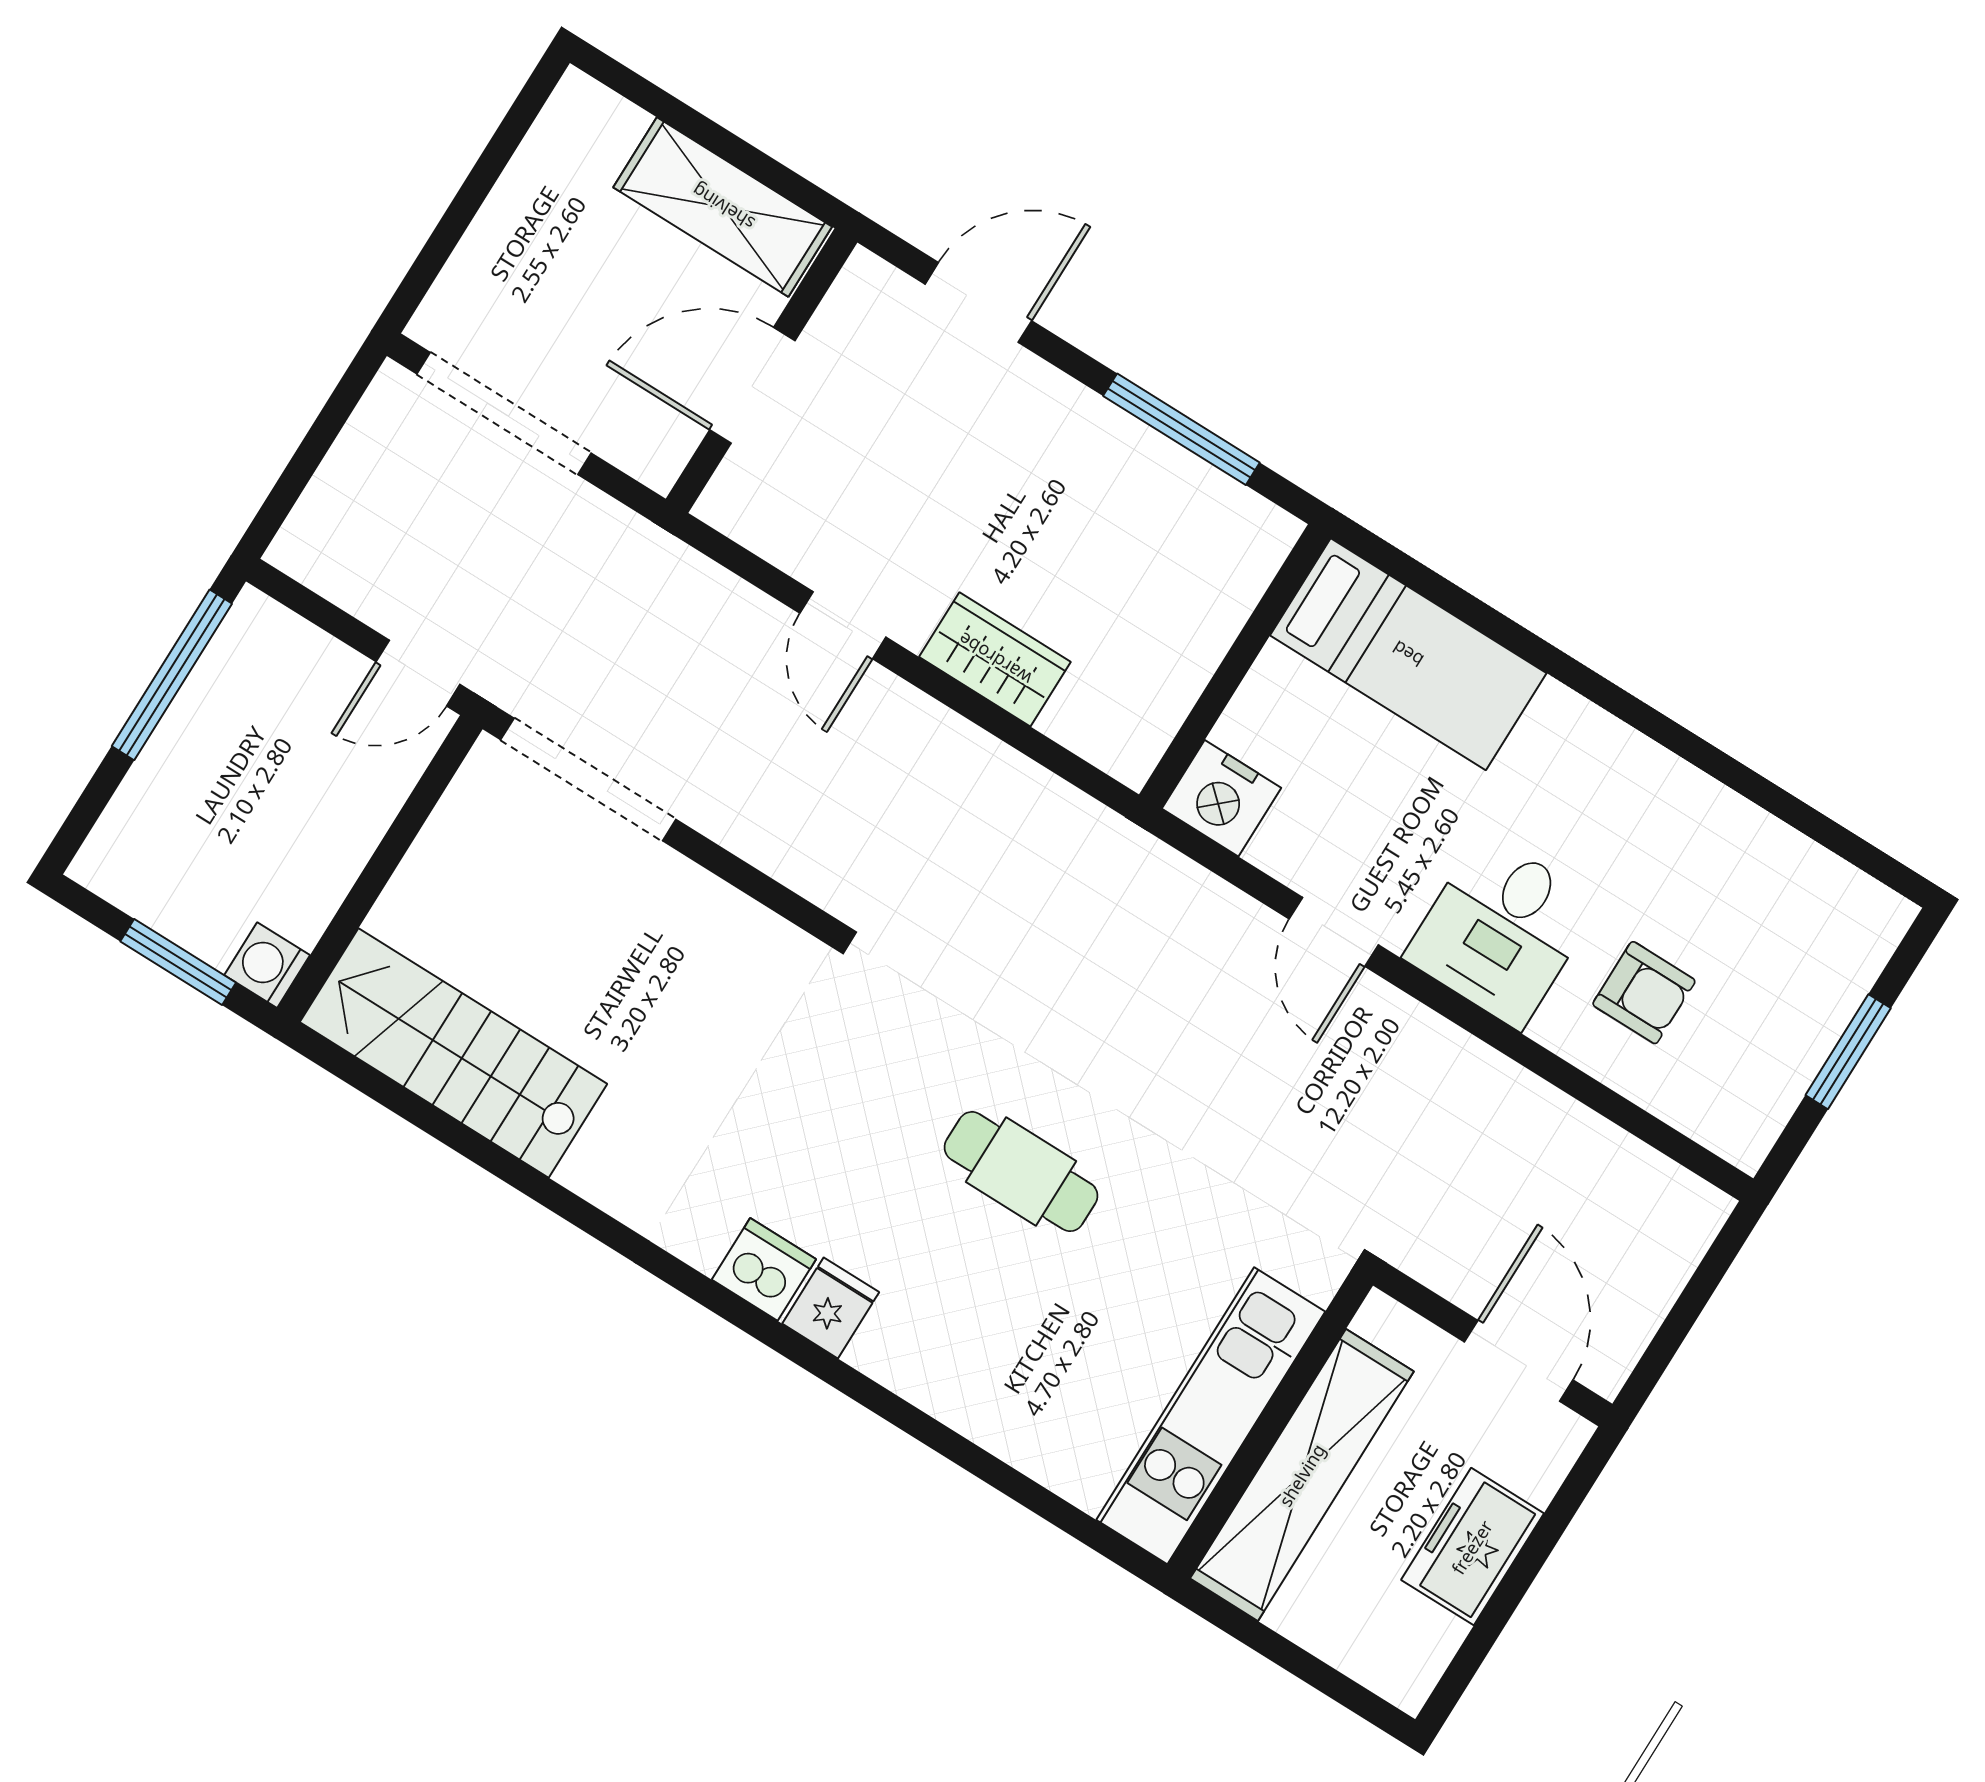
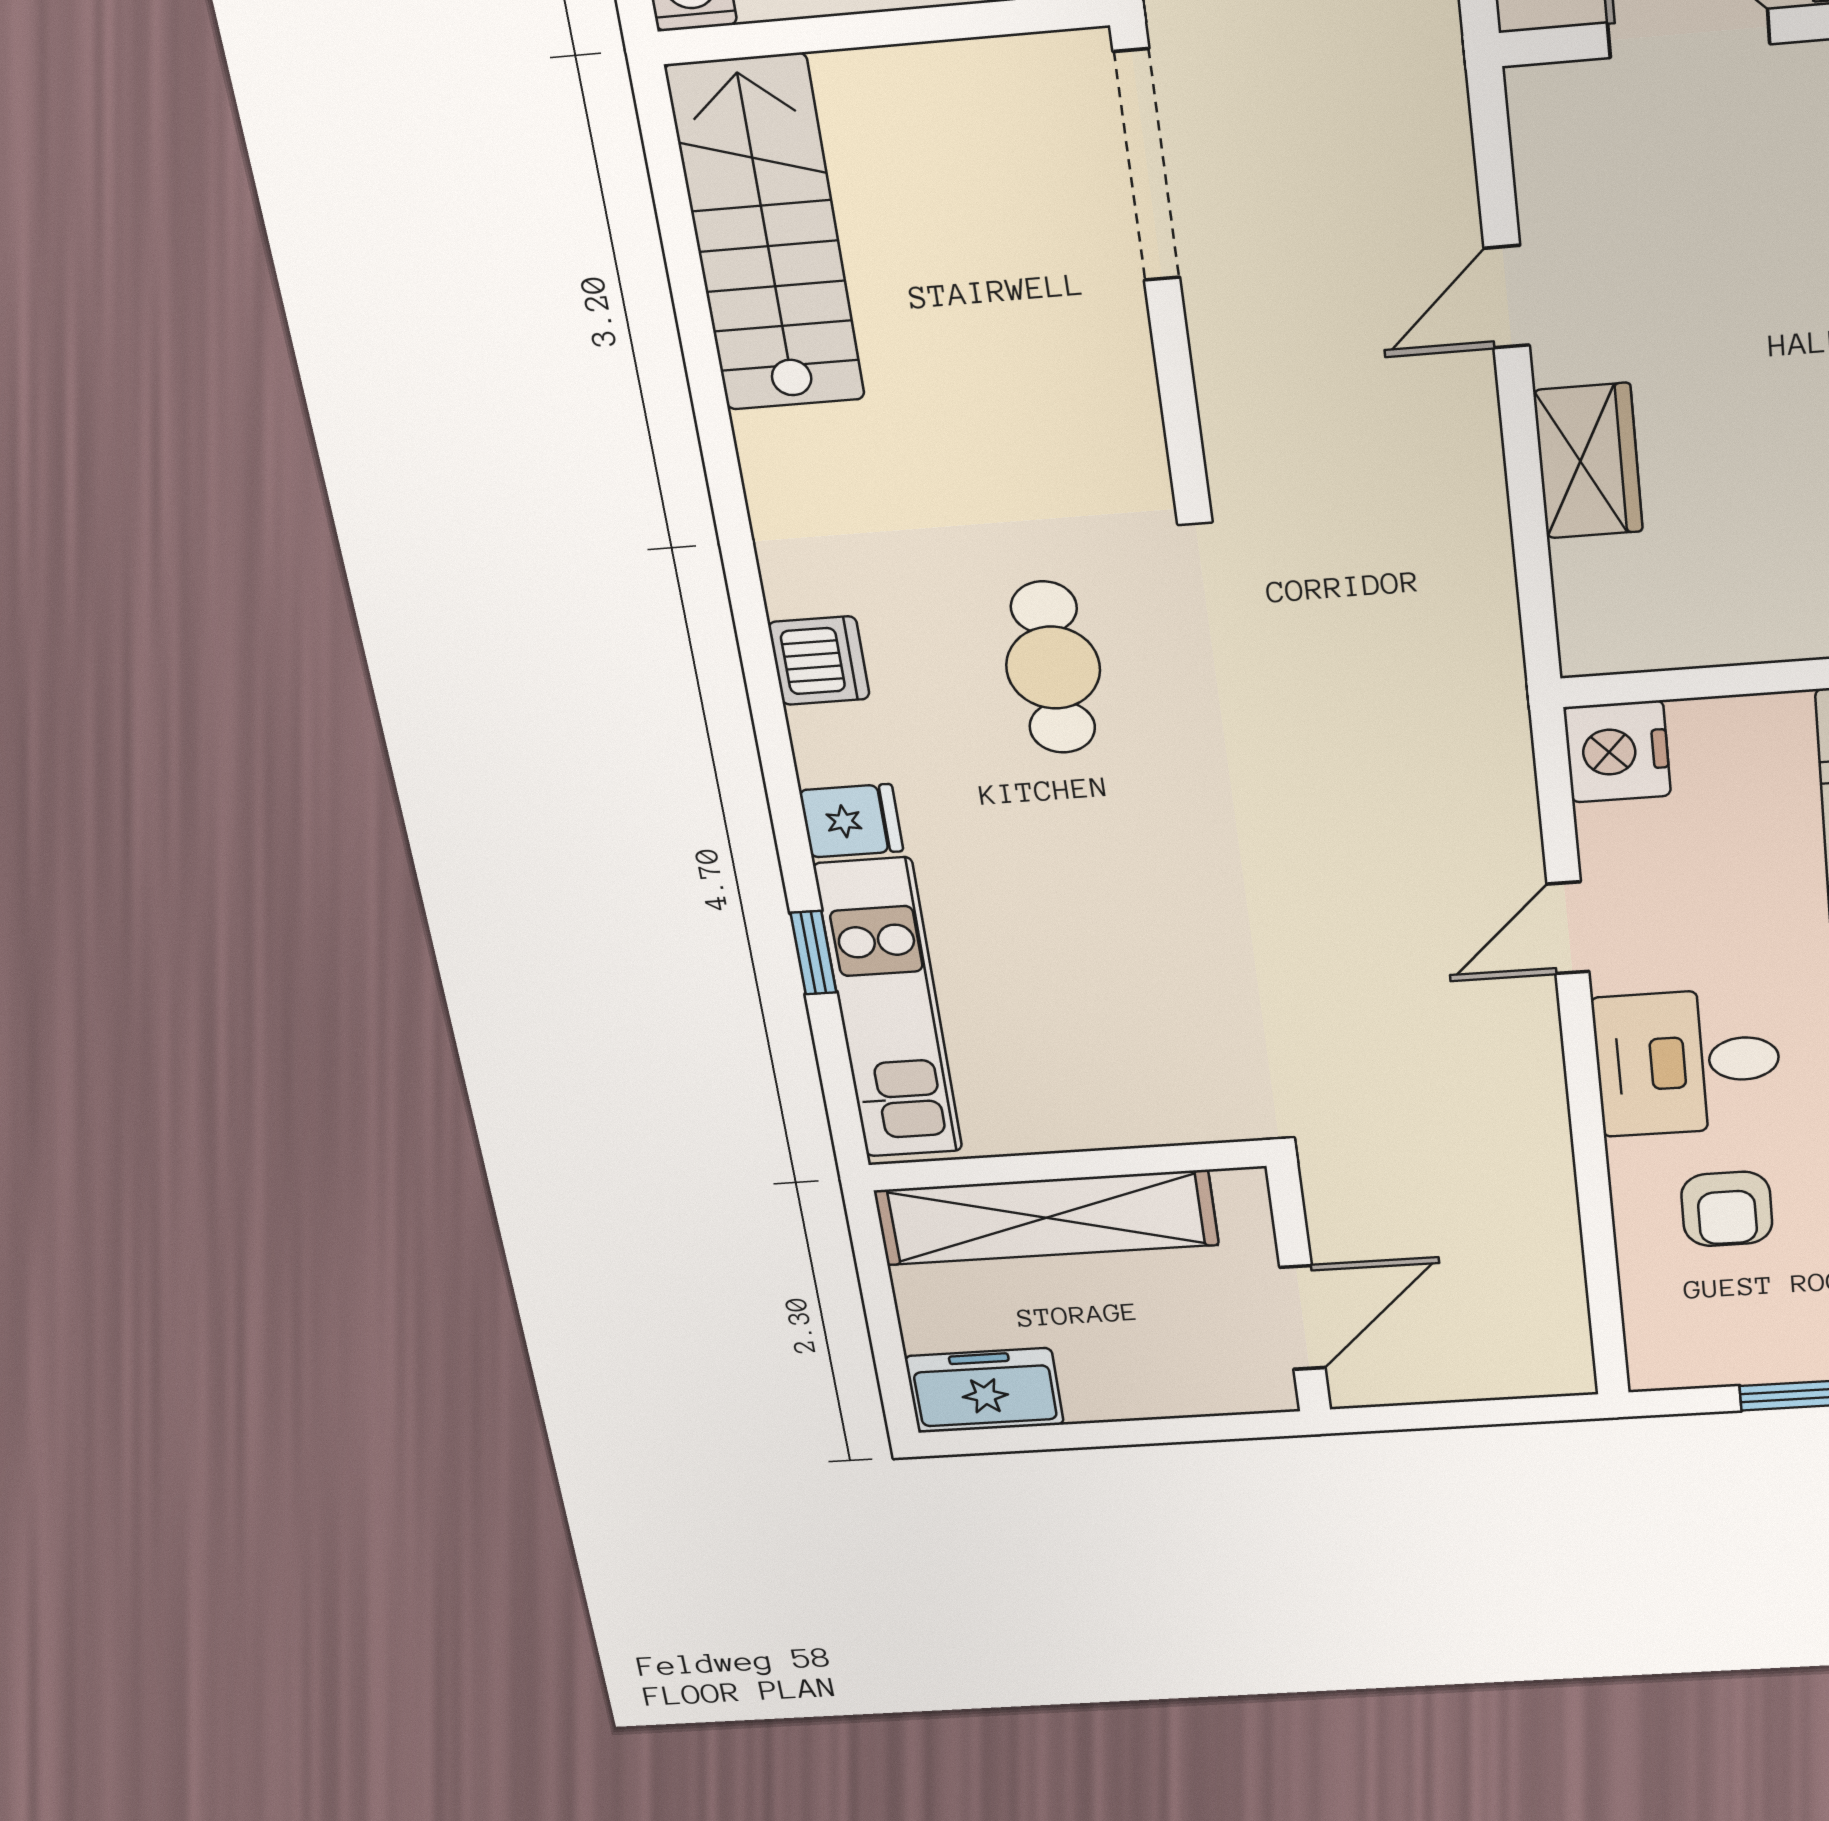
cafe table: (1021, 1172) -> (1053, 668), moved
fridge: (831, 1308) -> (851, 821), moved
kitchen unit: (1211, 1416) -> (889, 1009), moved, turned 90
window: (974, 1459) -> (813, 953), added
freezer: (1472, 1547) -> (984, 1390), moved

